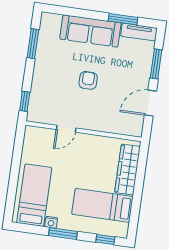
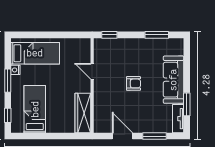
wardrobe: (127, 169) -> (83, 113), moved, turned -90

